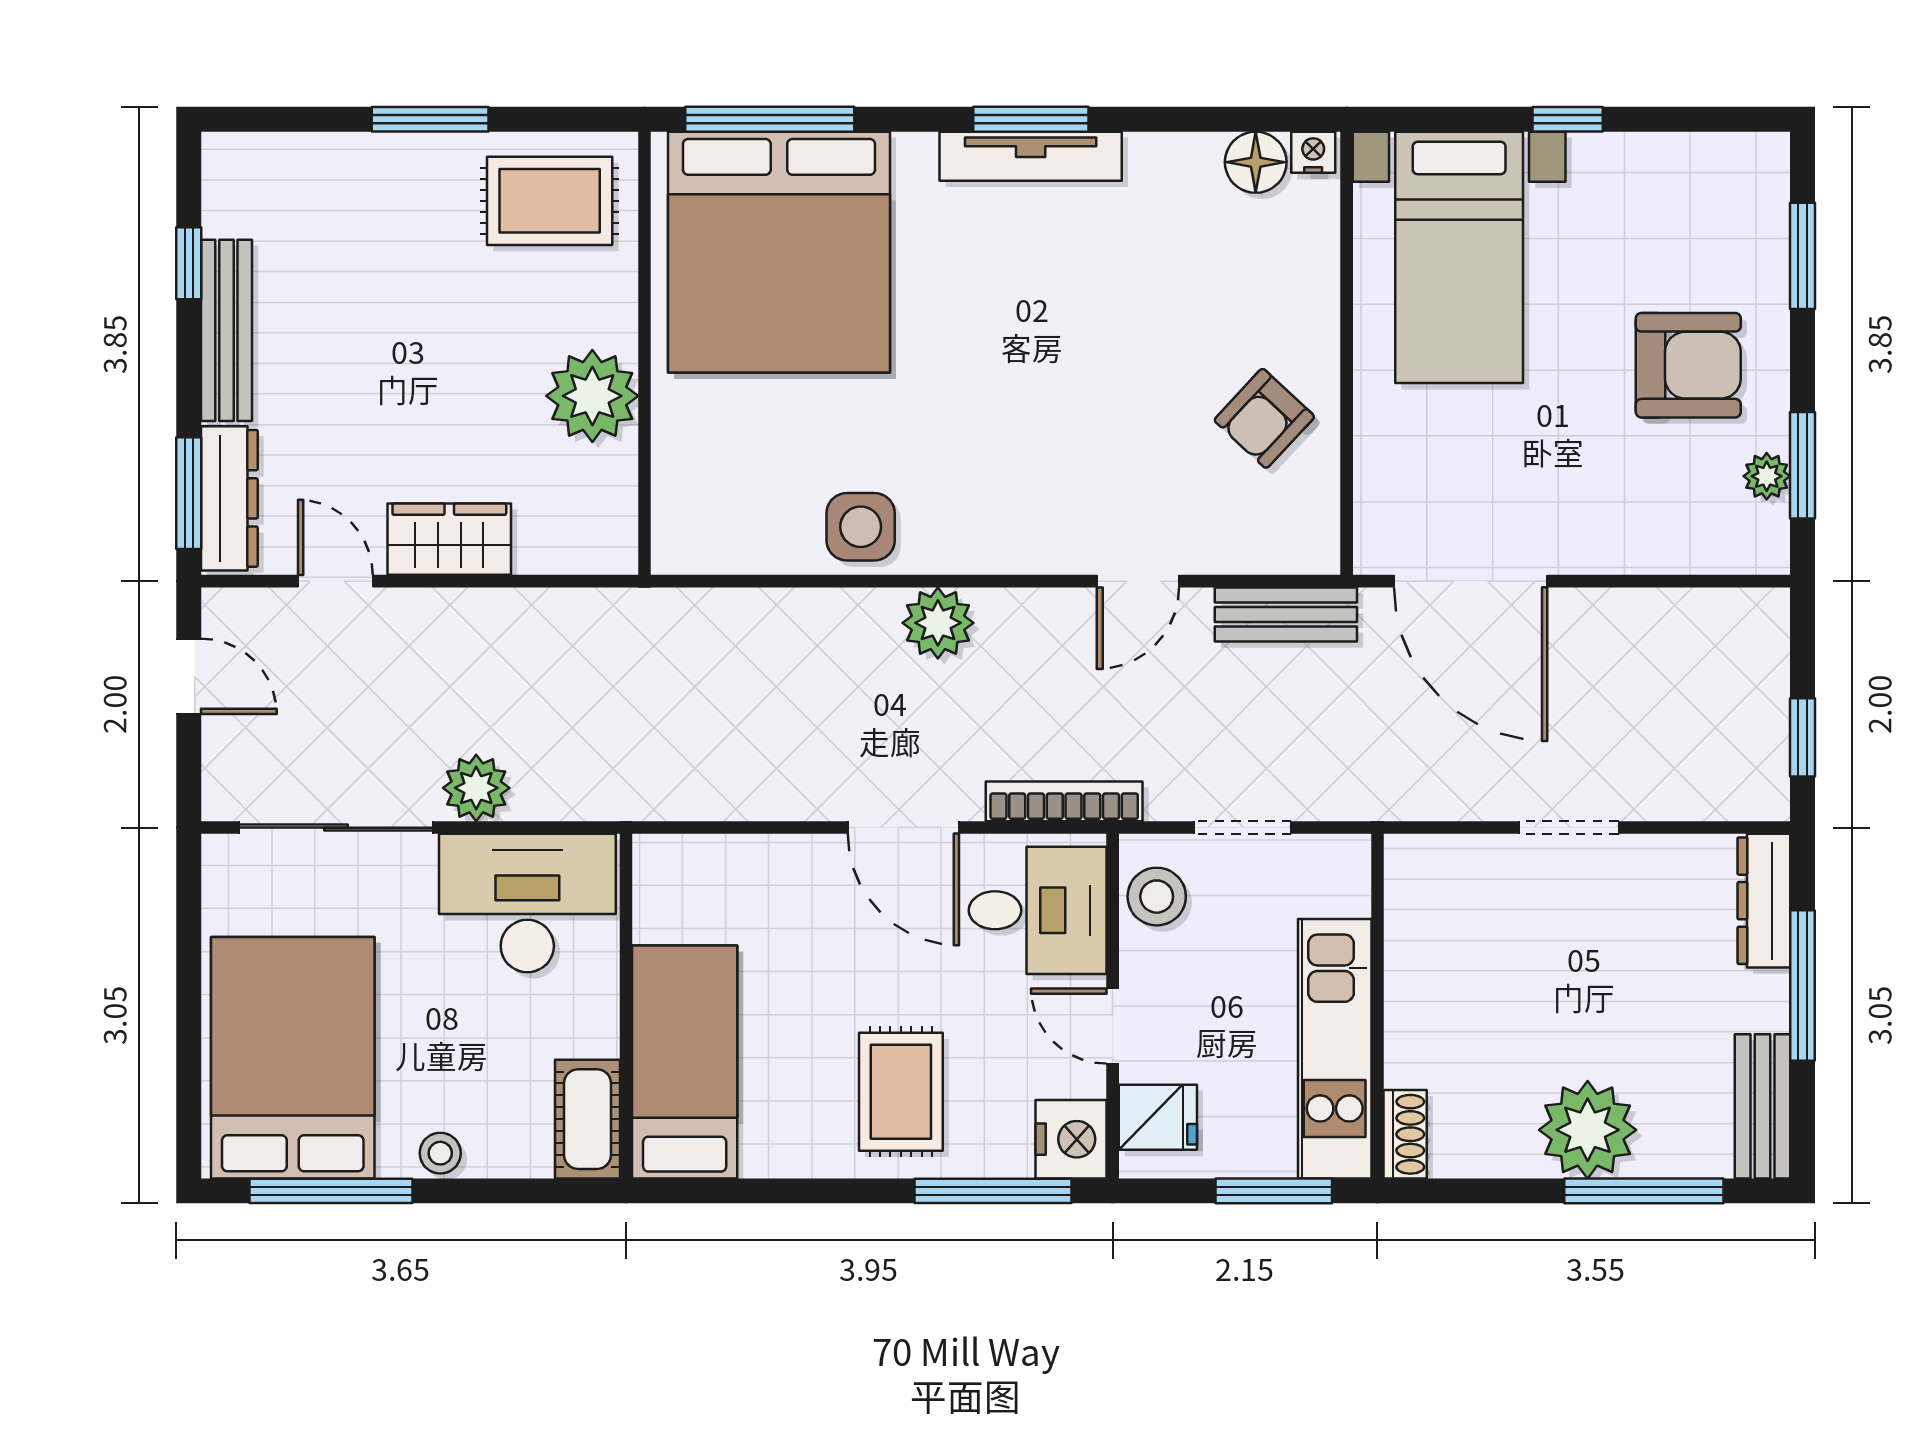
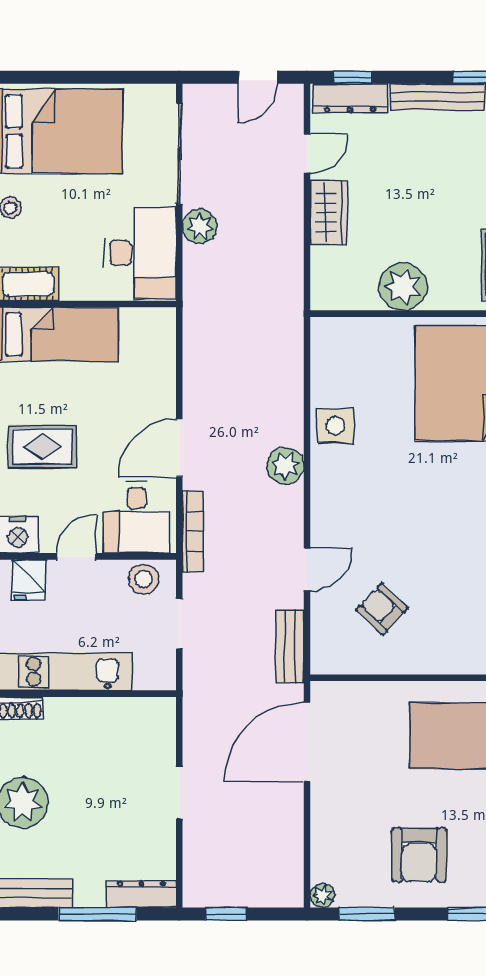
armchair: (1264, 418) -> (382, 609), moved
plant: (1767, 476) -> (322, 895), moved
window: (189, 493) -> (353, 77), width x0.67
door: (1138, 581) -> (307, 569), swing flipped

